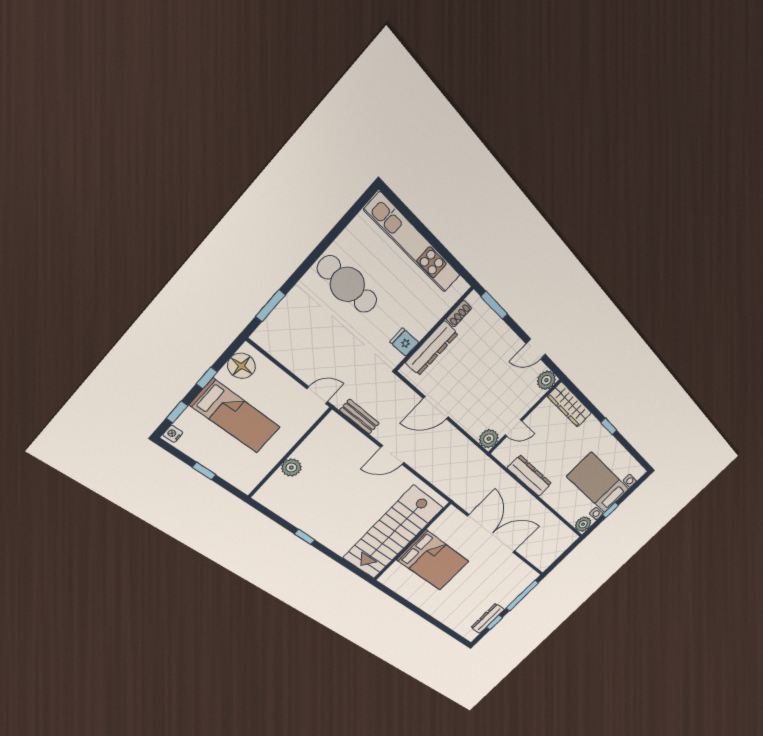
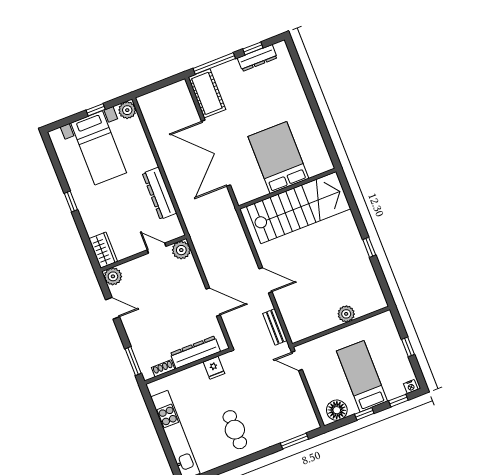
cafe table: (347, 284) -> (235, 430), width x0.73, depth x0.74
wardrobe: (569, 405) -> (103, 250), width x0.67
cot: (519, 572) -> (207, 93), added

